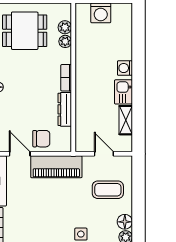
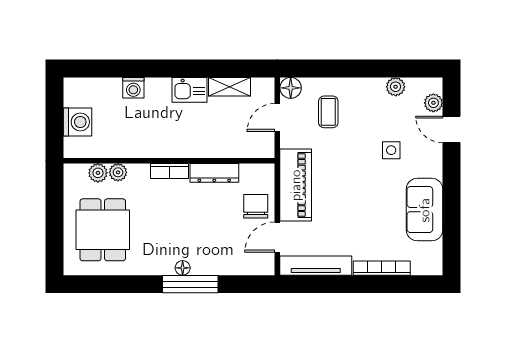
washing machine: (125, 68) -> (133, 88), moved
coffee table: (108, 190) -> (328, 112), width x0.73, depth x0.77
floor lamp: (125, 222) -> (291, 88), moved

